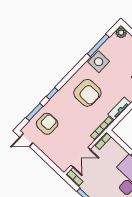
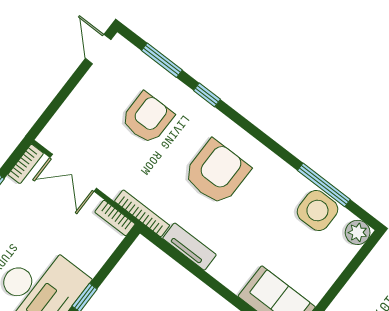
side table: (99, 62) -> (317, 211), moved
armchair: (87, 93) -> (217, 172), turned 180
armchair: (47, 124) -> (147, 118), moved, turned -90

